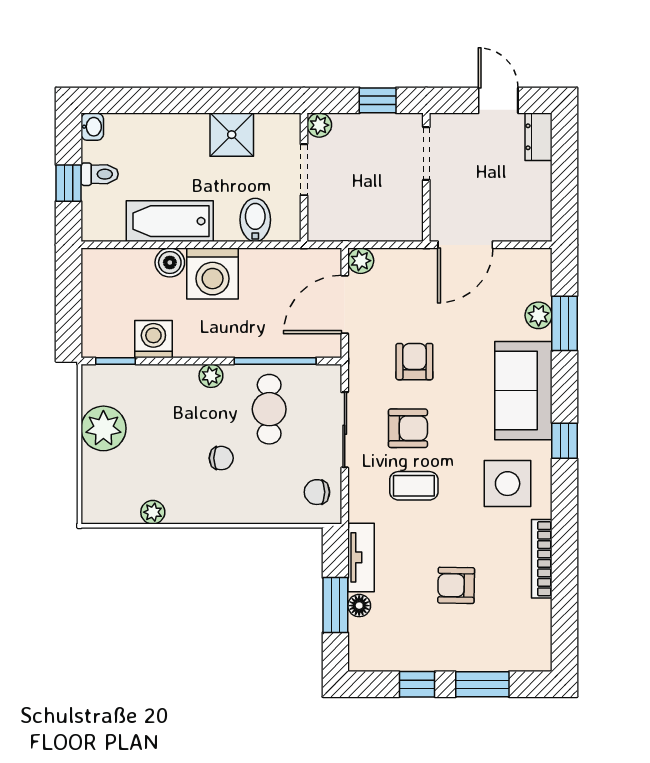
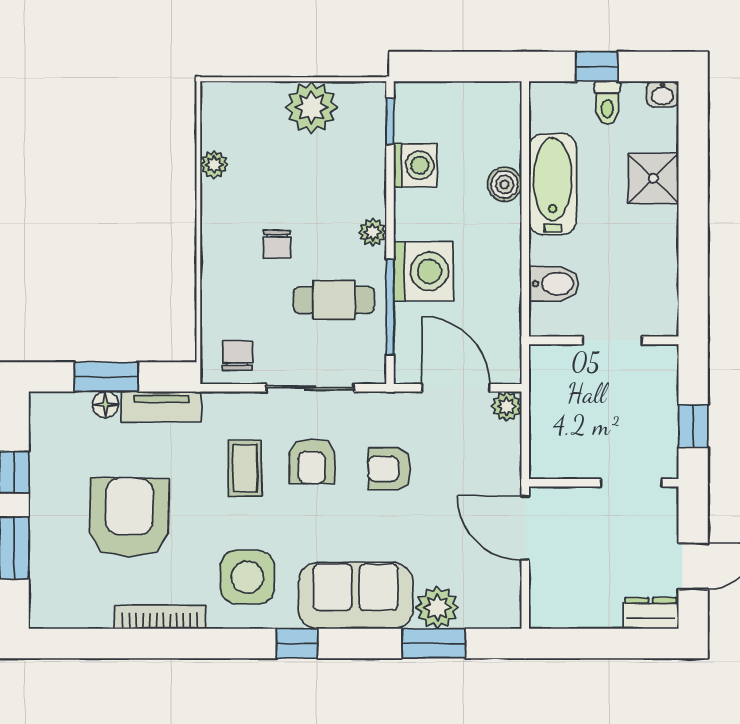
plant: (319, 125) -> (664, 358), removed
shower: (232, 135) -> (653, 178), moved
washing machine: (213, 273) -> (423, 271), moved, turned 180
plant: (539, 315) -> (437, 607), width x1.38, depth x1.38
armchair: (414, 362) -> (389, 469), turned 180
armchair: (456, 585) -> (129, 517), width x1.88, depth x1.88

